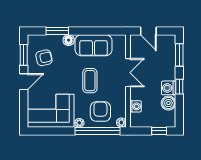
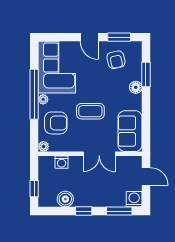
door: (148, 31) -> (146, 177), swing flipped
sofa: (94, 45) -> (130, 131), moved
washing machine: (169, 88) -> (134, 199), moved
window: (98, 131) -> (34, 94), moved

